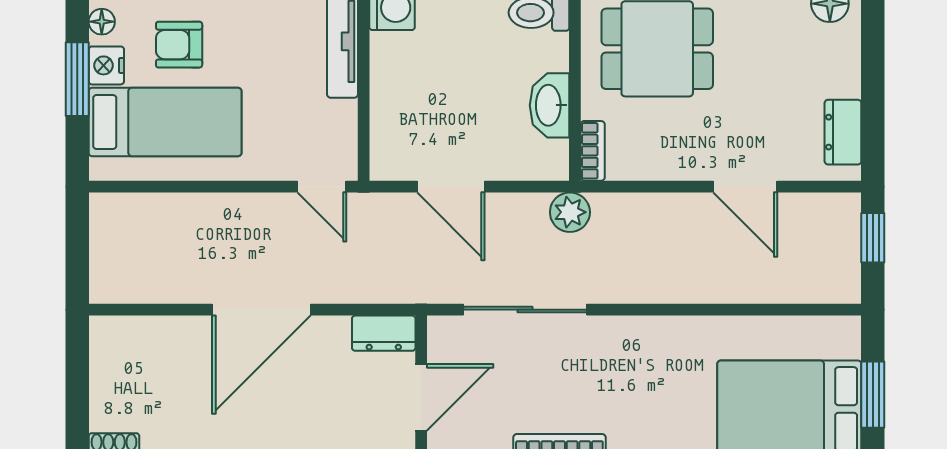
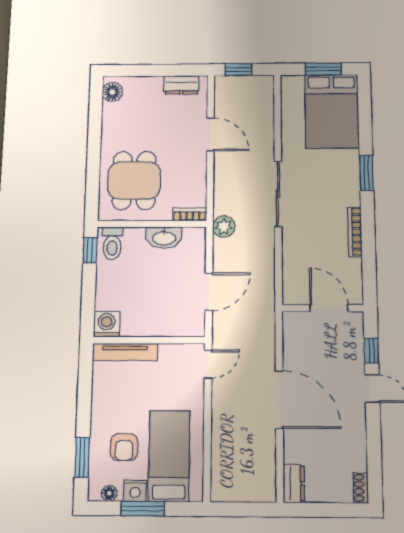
door: (745, 187) -> (210, 134), hinge flipped
sliding door: (525, 310) -> (278, 194), moved
dresser: (384, 333) -> (294, 483), moved

